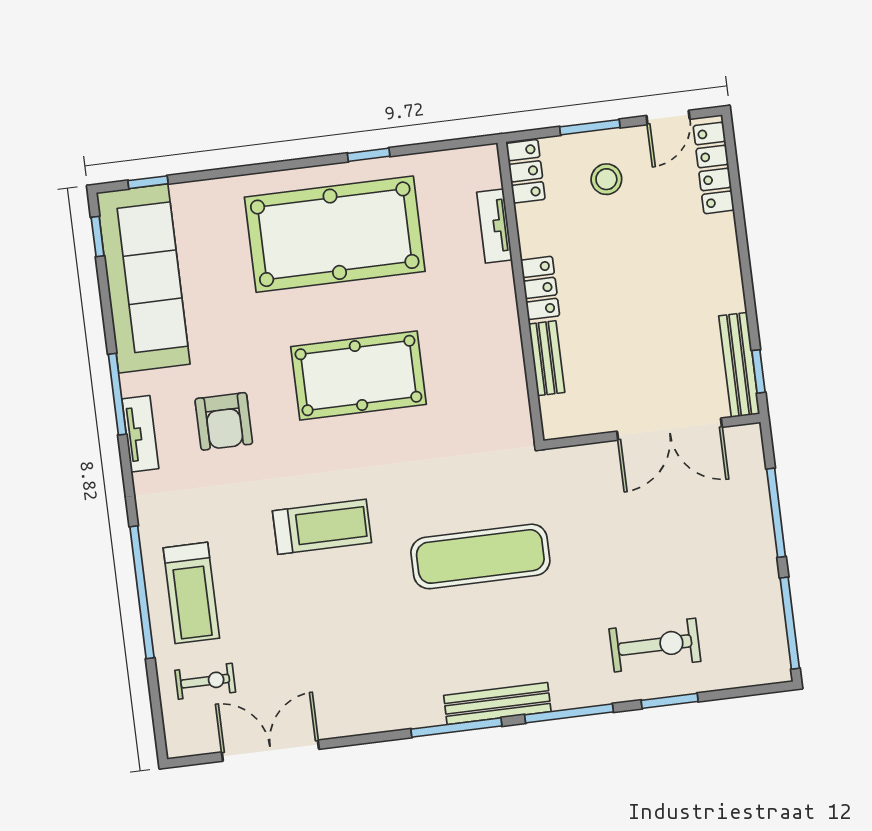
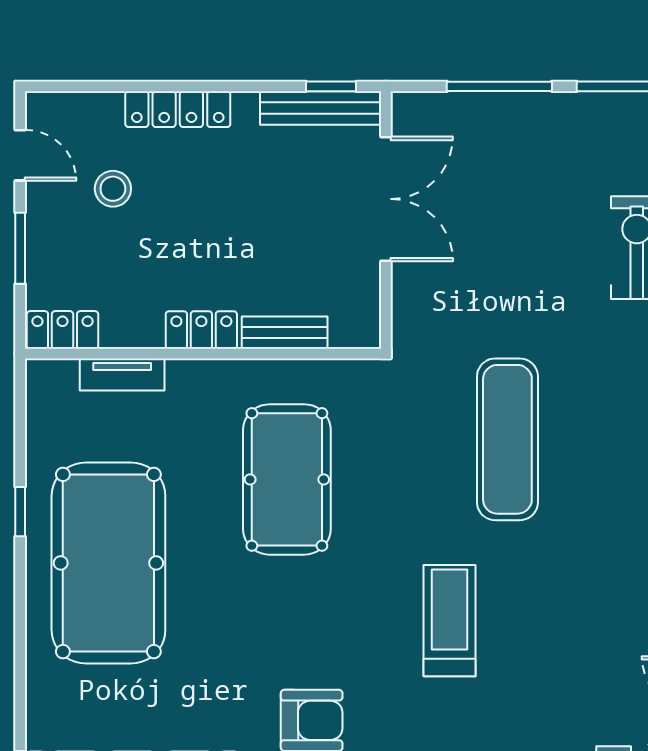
locker: (714, 168) -> (178, 109), moved
stool: (606, 179) -> (113, 189), moved
pool table: (358, 376) -> (287, 479), moved

